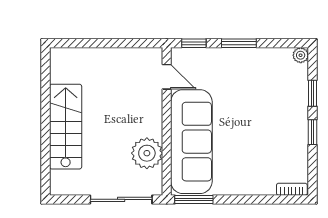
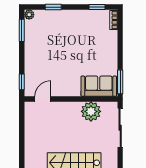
window: (239, 43) -> (22, 30), moved
window: (312, 132) -> (97, 7), moved
sofa: (191, 142) -> (99, 86), width x0.54, depth x0.79

